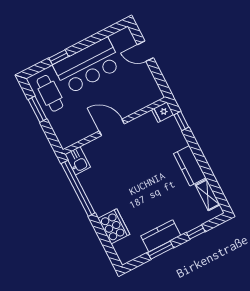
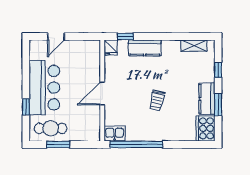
kitchen counter: (190, 166) -> (145, 48), moved
trolley: (133, 186) -> (157, 100), added
cooker: (114, 226) -> (205, 128), moved, turned -90

